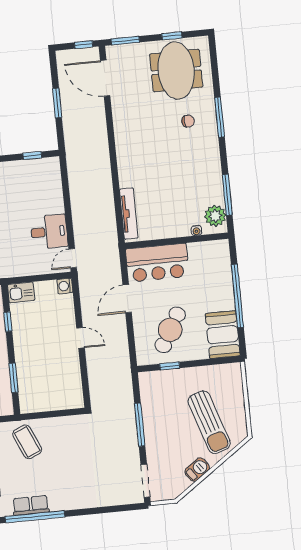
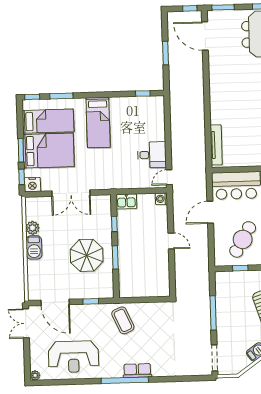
window: (14, 378) -> (115, 257), moved
row of seats: (31, 505) -> (137, 371), moved

